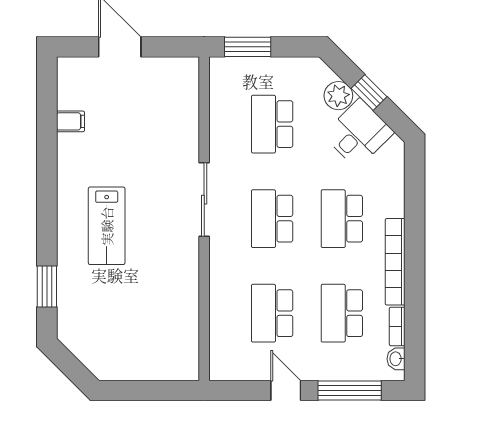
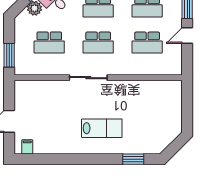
filing cabinet: (70, 121) -> (27, 147), moved

